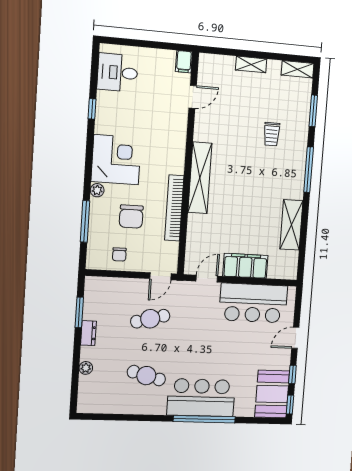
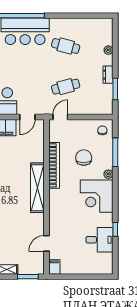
window: (222, 51) -> (28, 277), added
desk: (118, 73) -> (100, 240), moved
chair: (119, 254) -> (102, 130), moved

